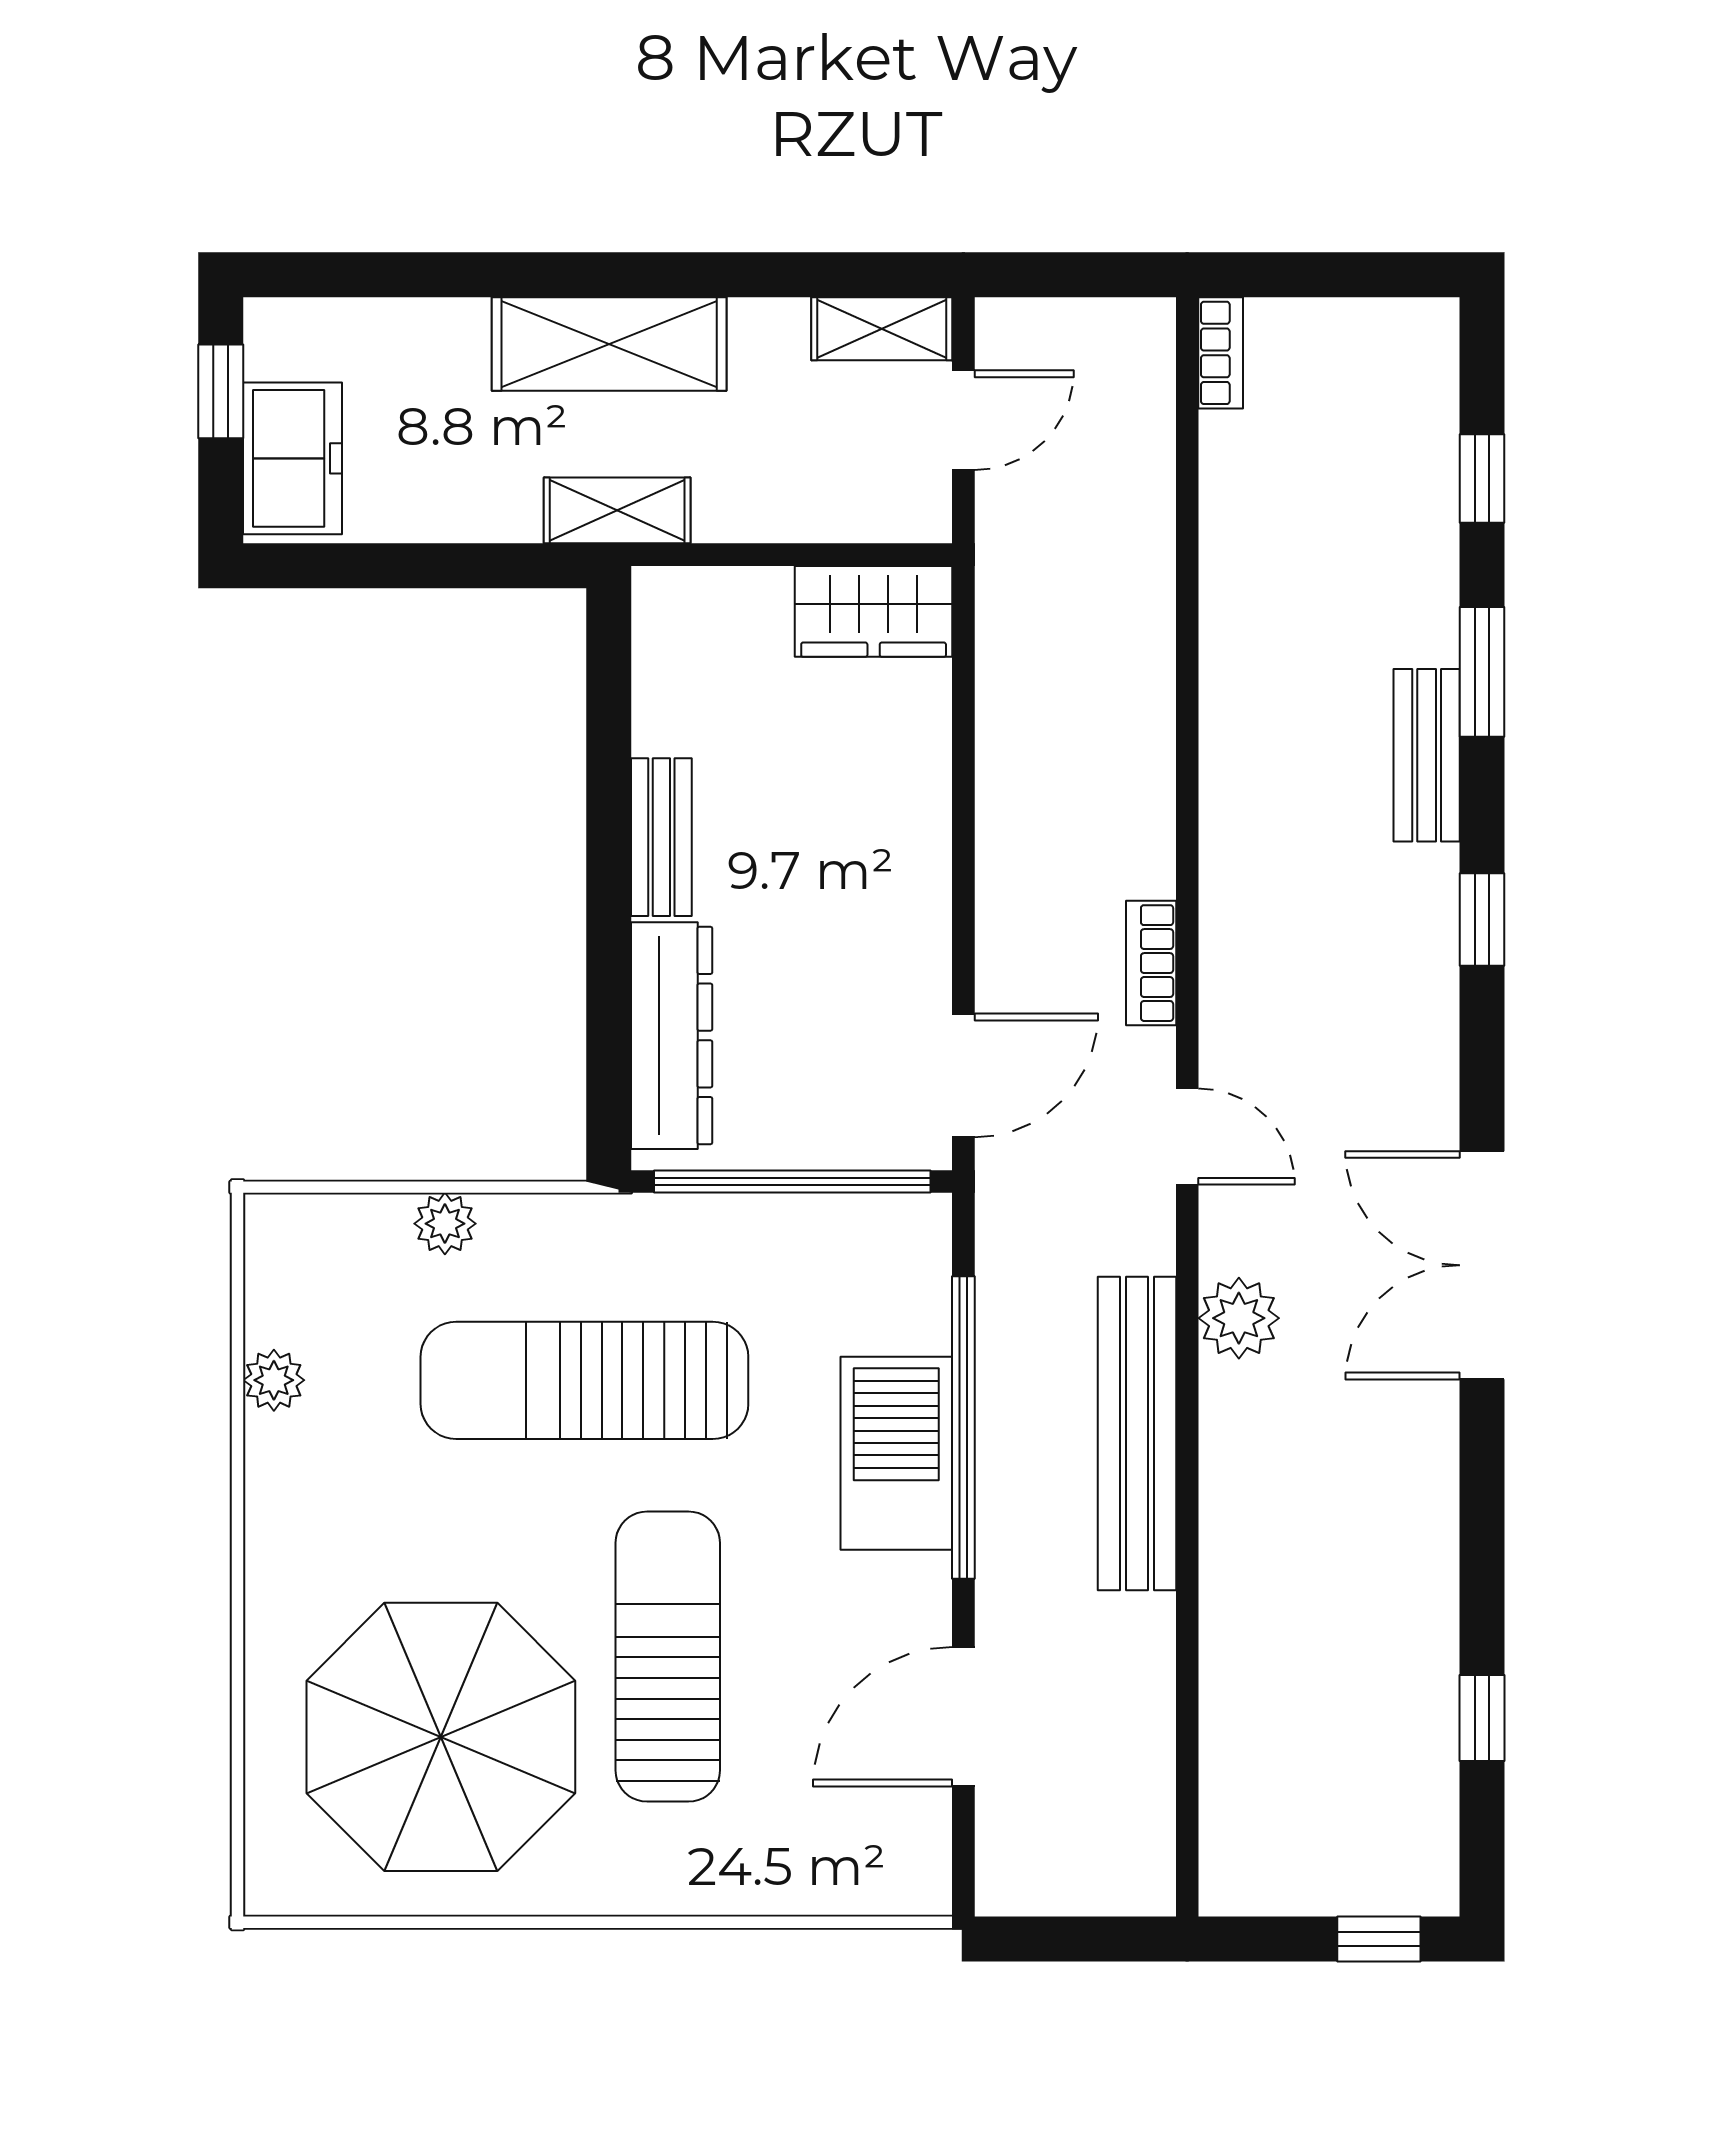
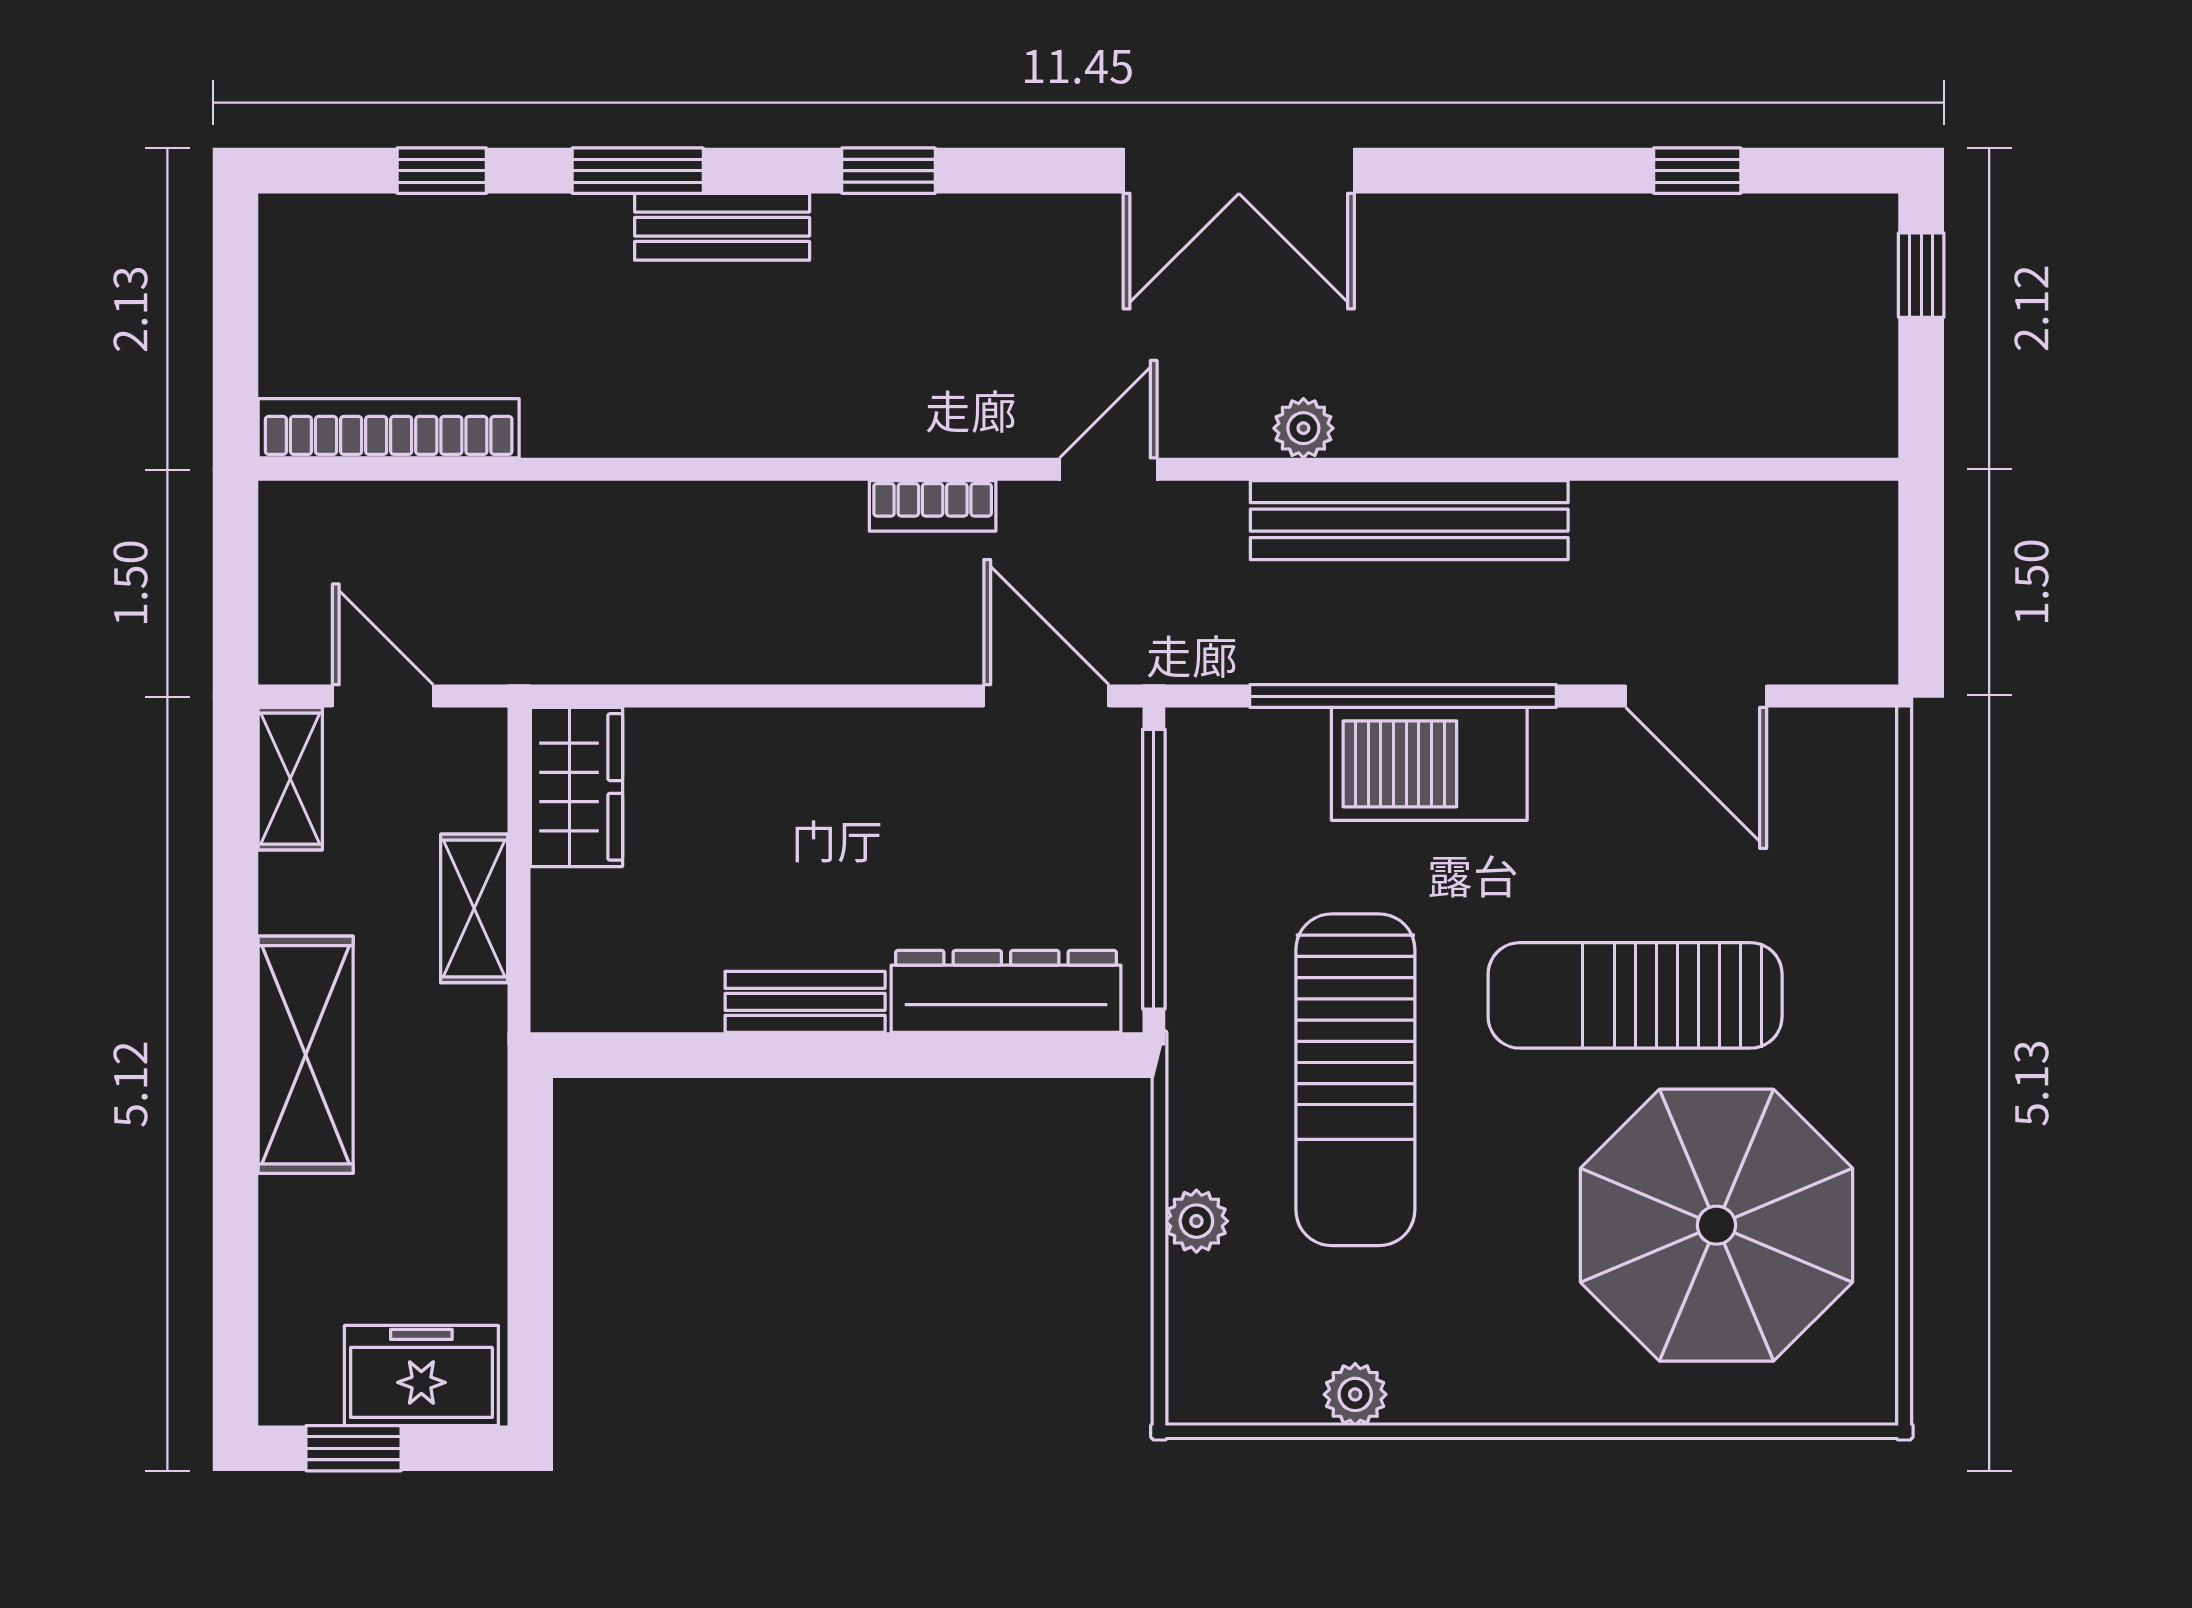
bookcase: (1221, 353) -> (389, 428), width x2.31, depth x1.31
shelving: (617, 510) -> (474, 908), moved
plant: (1239, 1318) -> (1303, 428), width x0.73, depth x0.73

